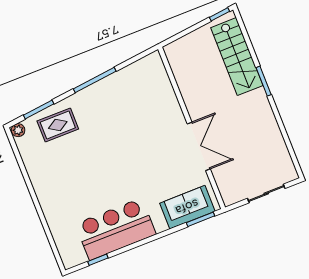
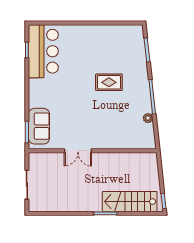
rug: (58, 125) -> (109, 82), moved, turned 90
plant: (18, 130) -> (148, 118), moved
double door: (199, 146) -> (78, 151), width x0.73
bar counter: (116, 229) -> (43, 51), moved

